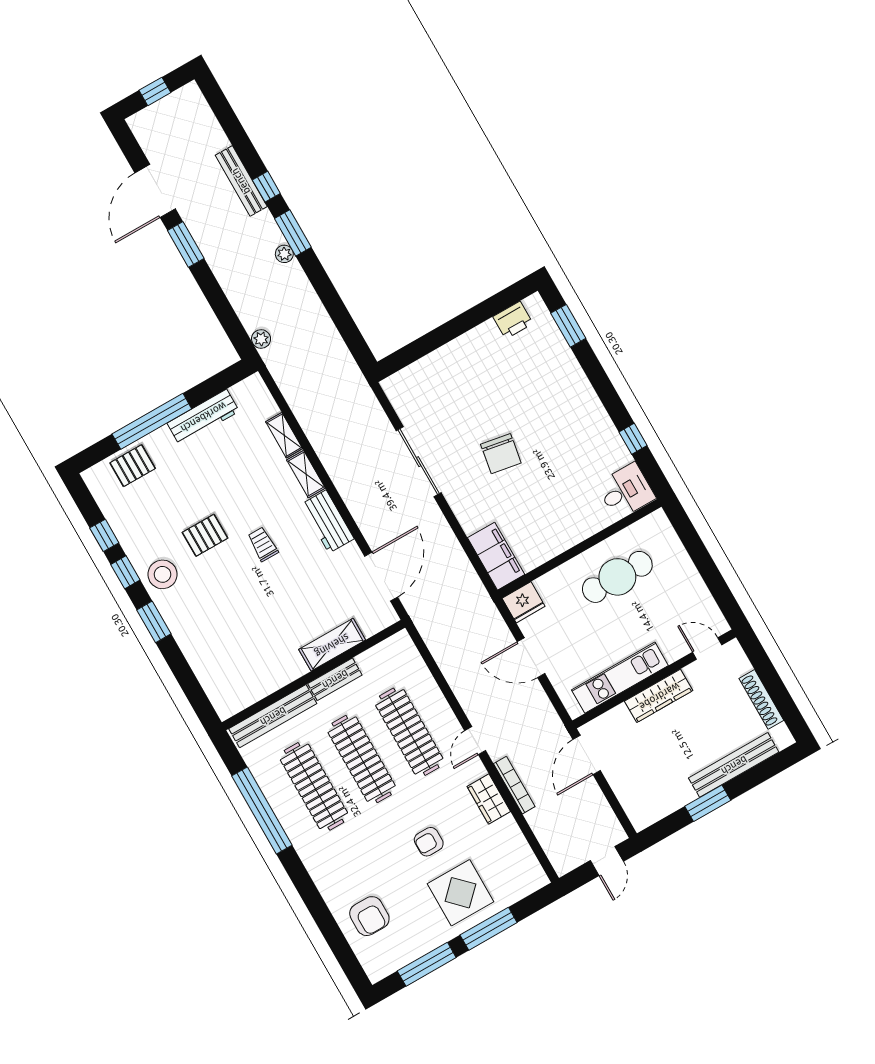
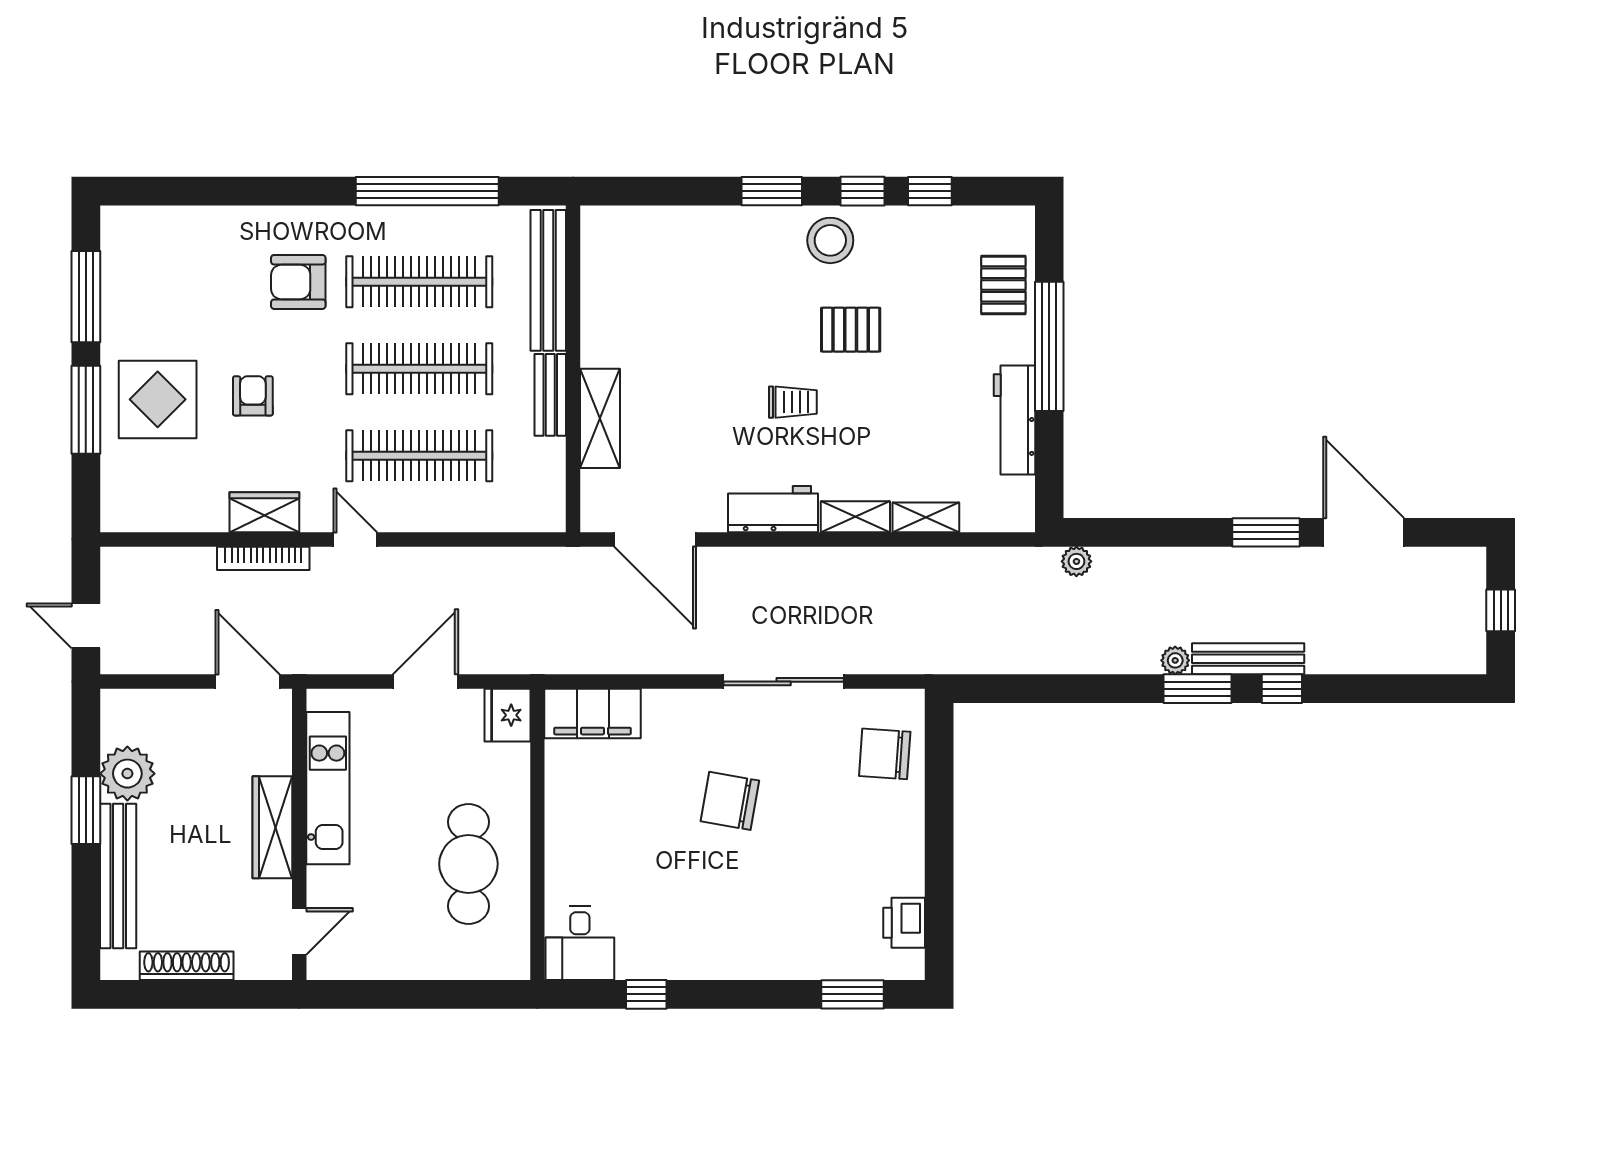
bench: (241, 181) -> (1248, 659), moved
chair: (427, 384) -> (885, 754), added
pallet: (205, 535) -> (851, 330), turned 90
plant: (675, 792) -> (127, 774), added
armchair: (369, 916) -> (298, 282), moved

